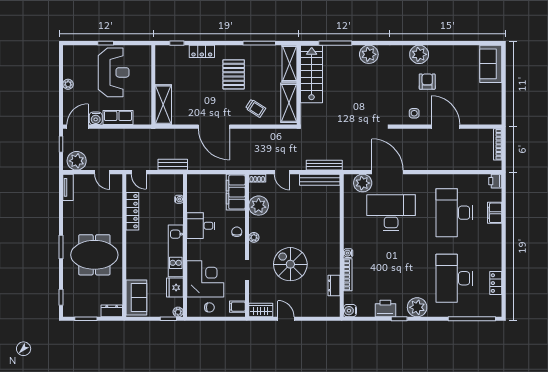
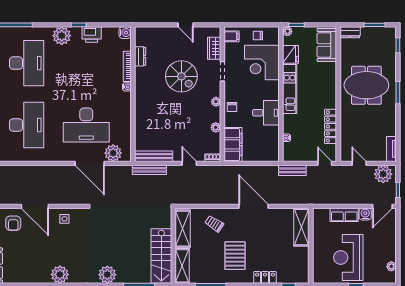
armchair: (427, 82) -> (13, 223), moved
plant: (68, 84) -> (391, 266), moved
plant: (259, 206) -> (216, 127), width x0.53, depth x0.53
wardrobe: (261, 310) -> (214, 48), moved, turned 90

